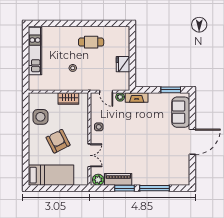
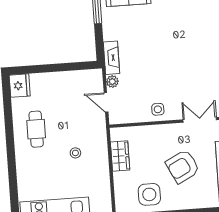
fridge: (123, 64) -> (20, 86), moved, turned -90
door: (106, 92) -> (106, 102), swing flipped

